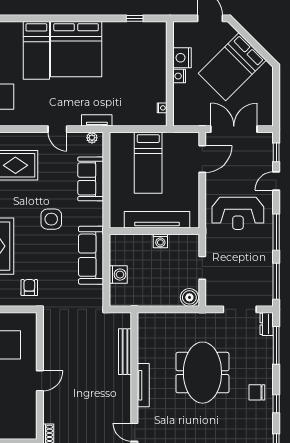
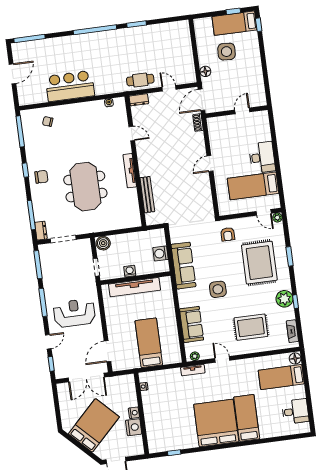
tv unit: (157, 220) -> (135, 287), moved
wall: (154, 231) -> (135, 278), moved
washing machine: (160, 241) -> (130, 271), moved

